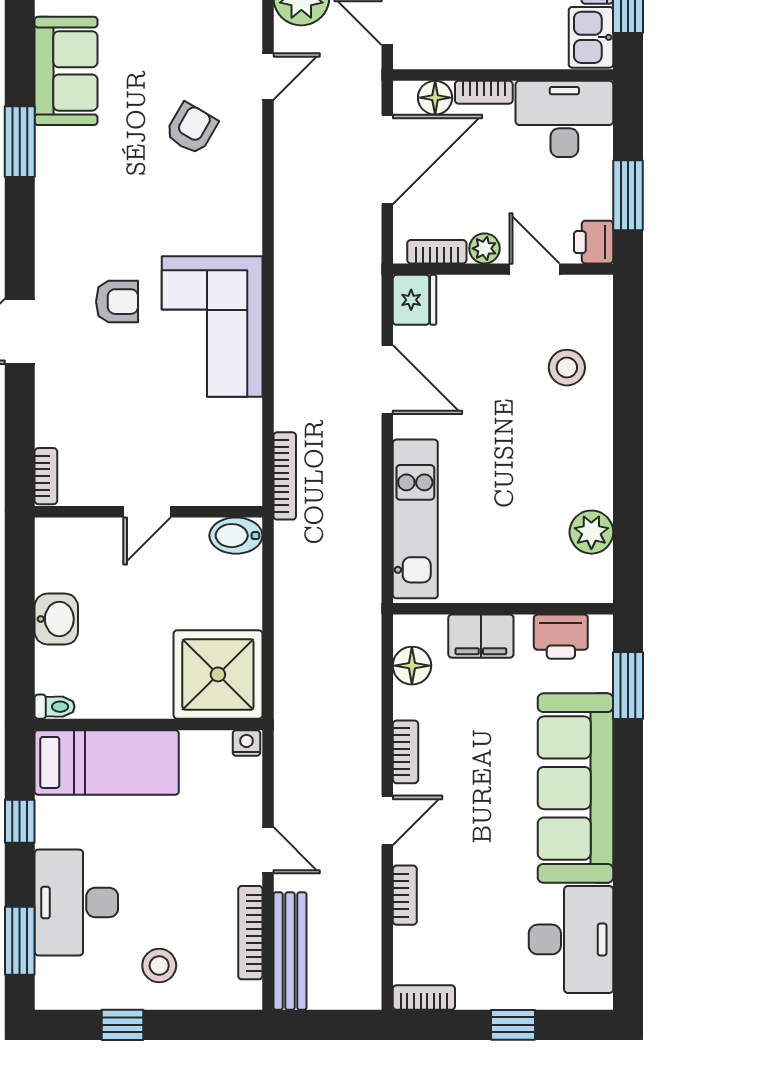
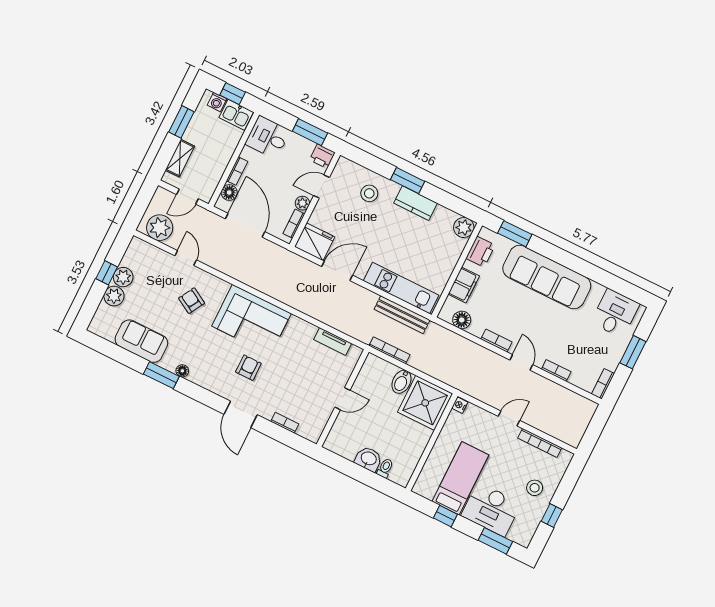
desk: (564, 119) -> (268, 137), width x0.73
floor lamp: (48, 178) -> (182, 371), added
fridge: (415, 300) -> (315, 242), width x1.36, depth x1.34
corner sofa: (212, 326) -> (251, 320), moved
window: (628, 429) -> (408, 180), added
tv unit: (248, 438) -> (333, 341), added
kitchen counter: (592, 465) -> (415, 203), added
bookcase: (46, 476) -> (285, 423), moved
bookcase: (285, 476) -> (389, 350), moved
door: (147, 512) -> (342, 399), hinge flipped
plant: (591, 532) -> (464, 227), moved
bidet: (236, 536) -> (401, 382), moved
toilet: (55, 707) -> (385, 468), moved
bed: (107, 762) -> (460, 478), moved
desk: (571, 939) -> (615, 313), width x0.73
bench: (290, 951) -> (402, 315), moved
window: (513, 1025) -> (633, 352), width x1.50

